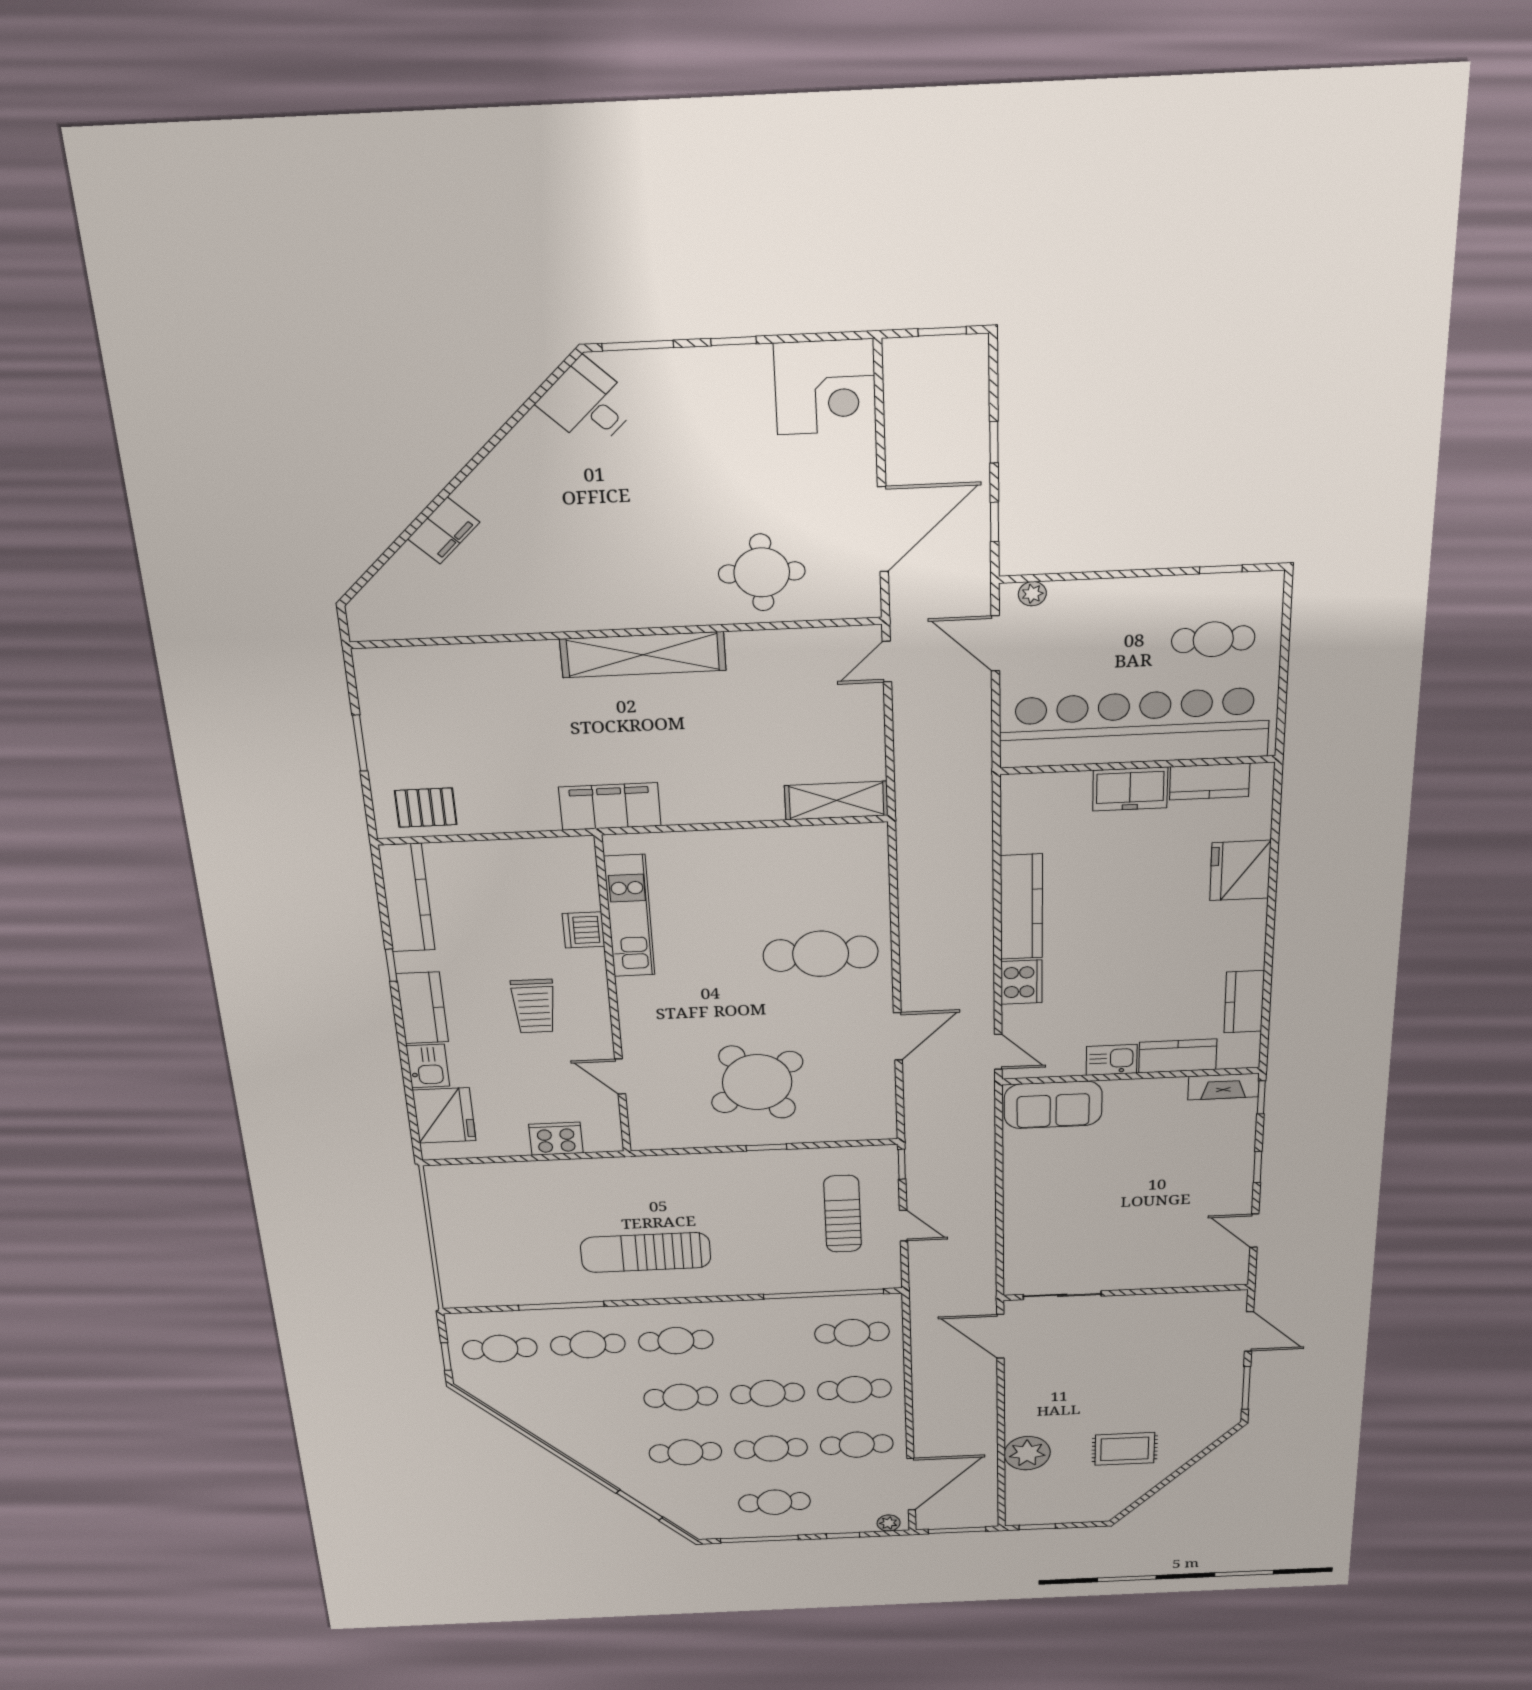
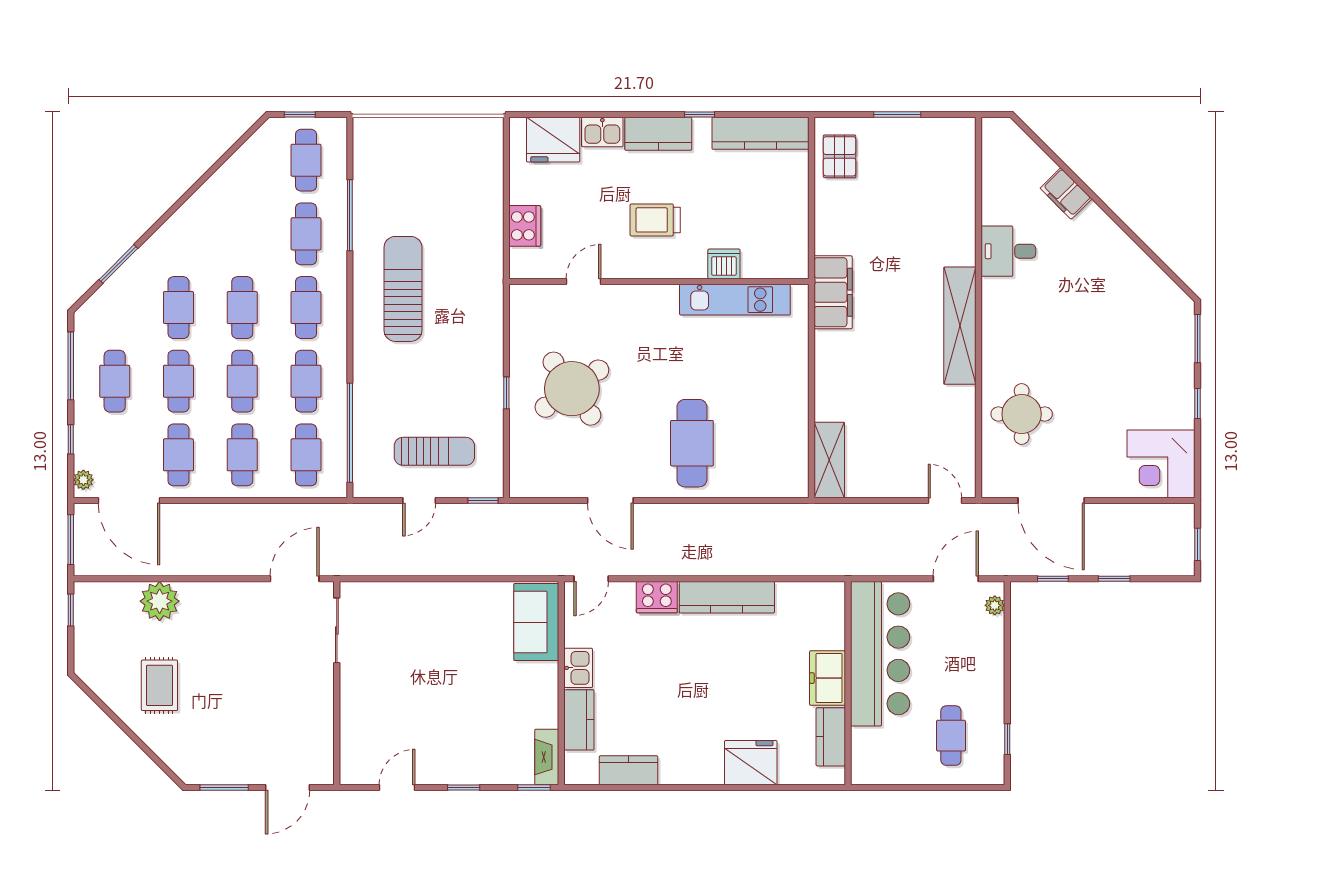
desk: (588, 404) -> (1008, 251), moved, turned -135
bar counter: (1134, 728) -> (880, 654), width x0.73
cafe table: (764, 1337) -> (306, 381), added

